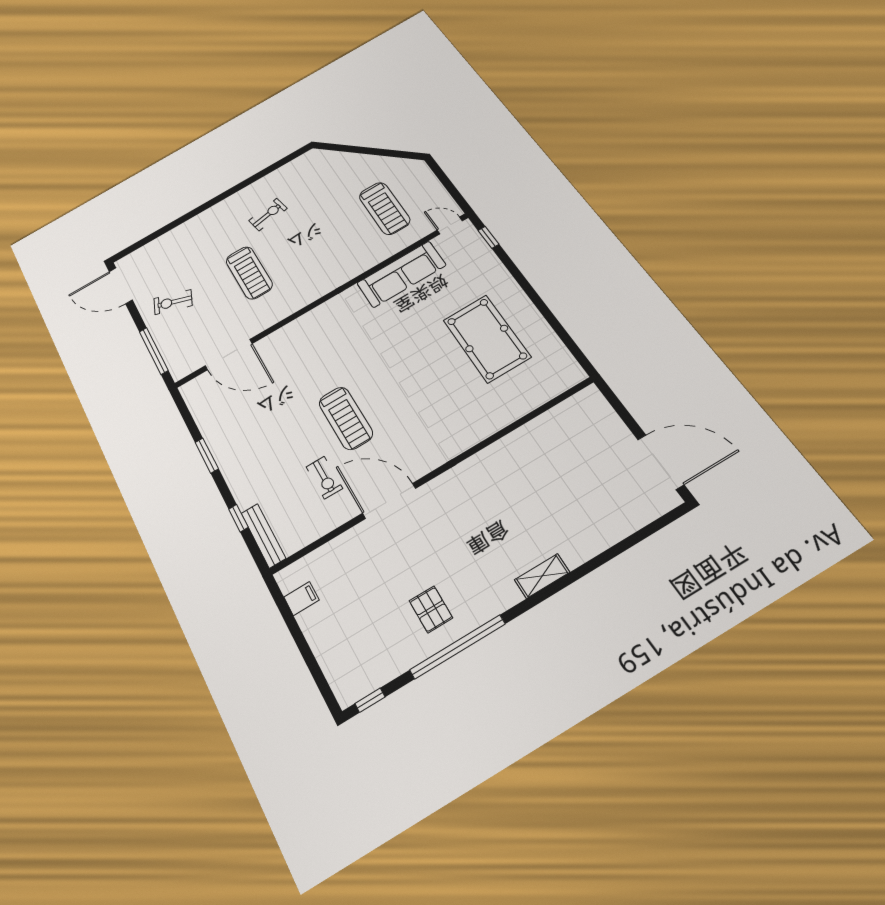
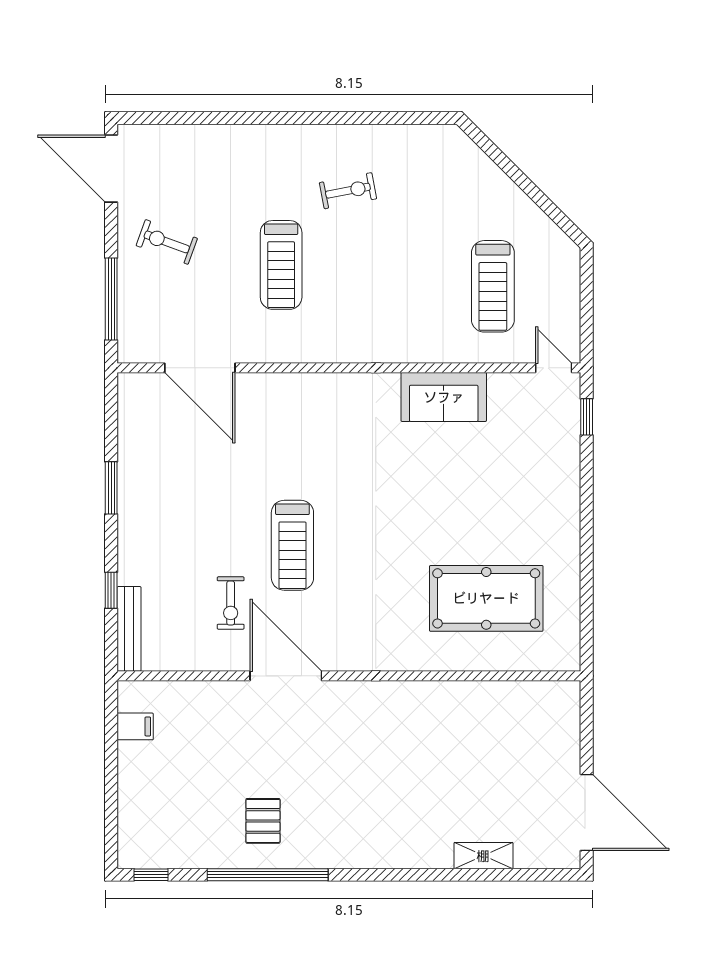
sofa: (401, 274) -> (444, 397), width x0.73
pool table: (487, 339) -> (486, 598), moved, turned 90
shelving: (542, 576) -> (483, 856), moved

